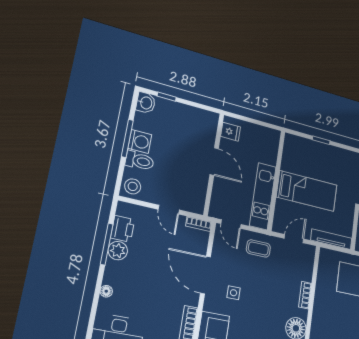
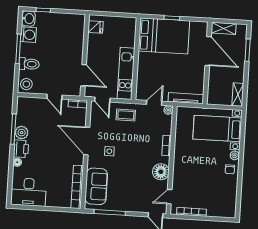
washing machine: (140, 142) -> (28, 35), moved
door: (214, 162) -> (84, 75), moved
bed: (307, 191) -> (164, 36), moved, width x1.50
printer: (123, 229) -> (21, 149), moved
plant: (310, 250) -> (168, 110), added

